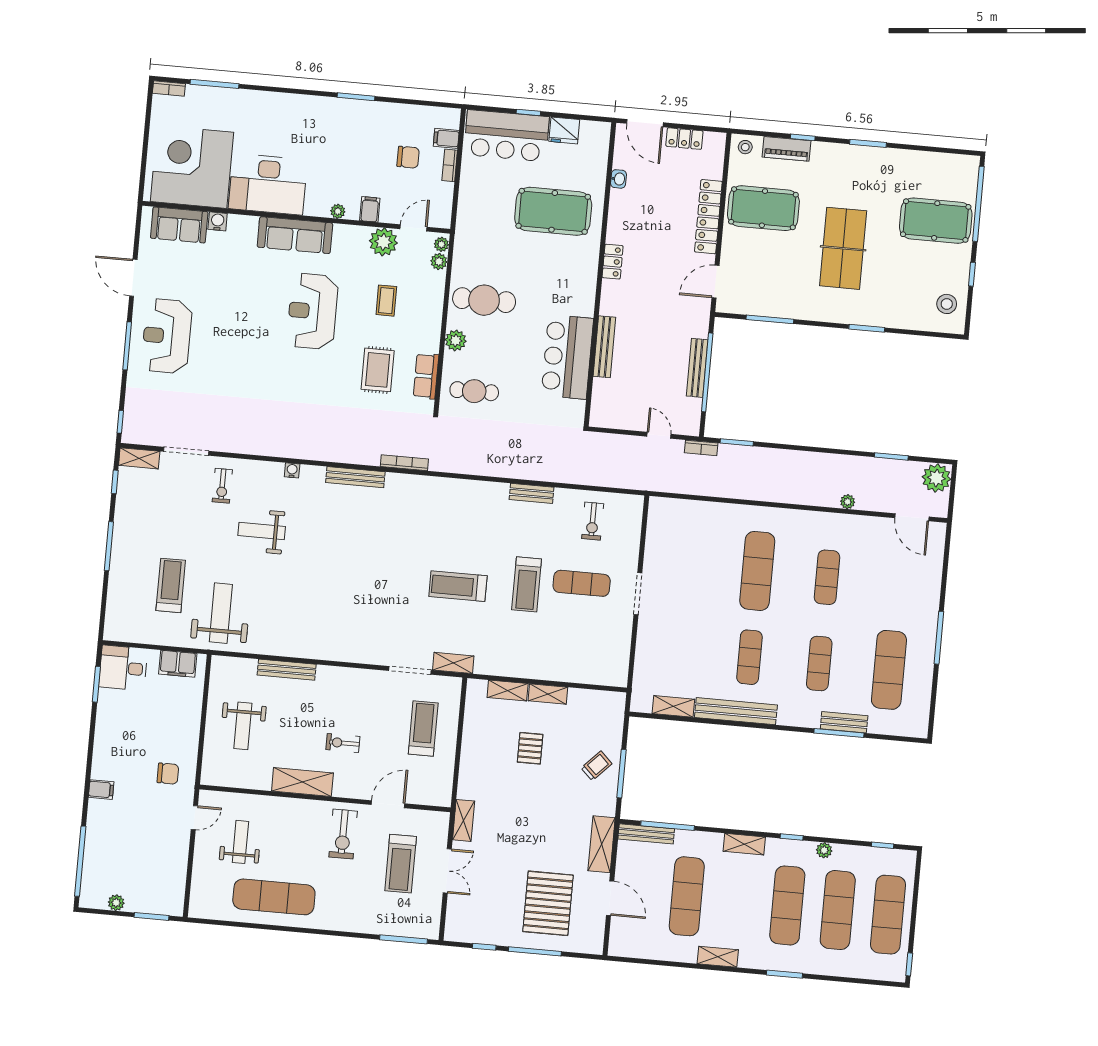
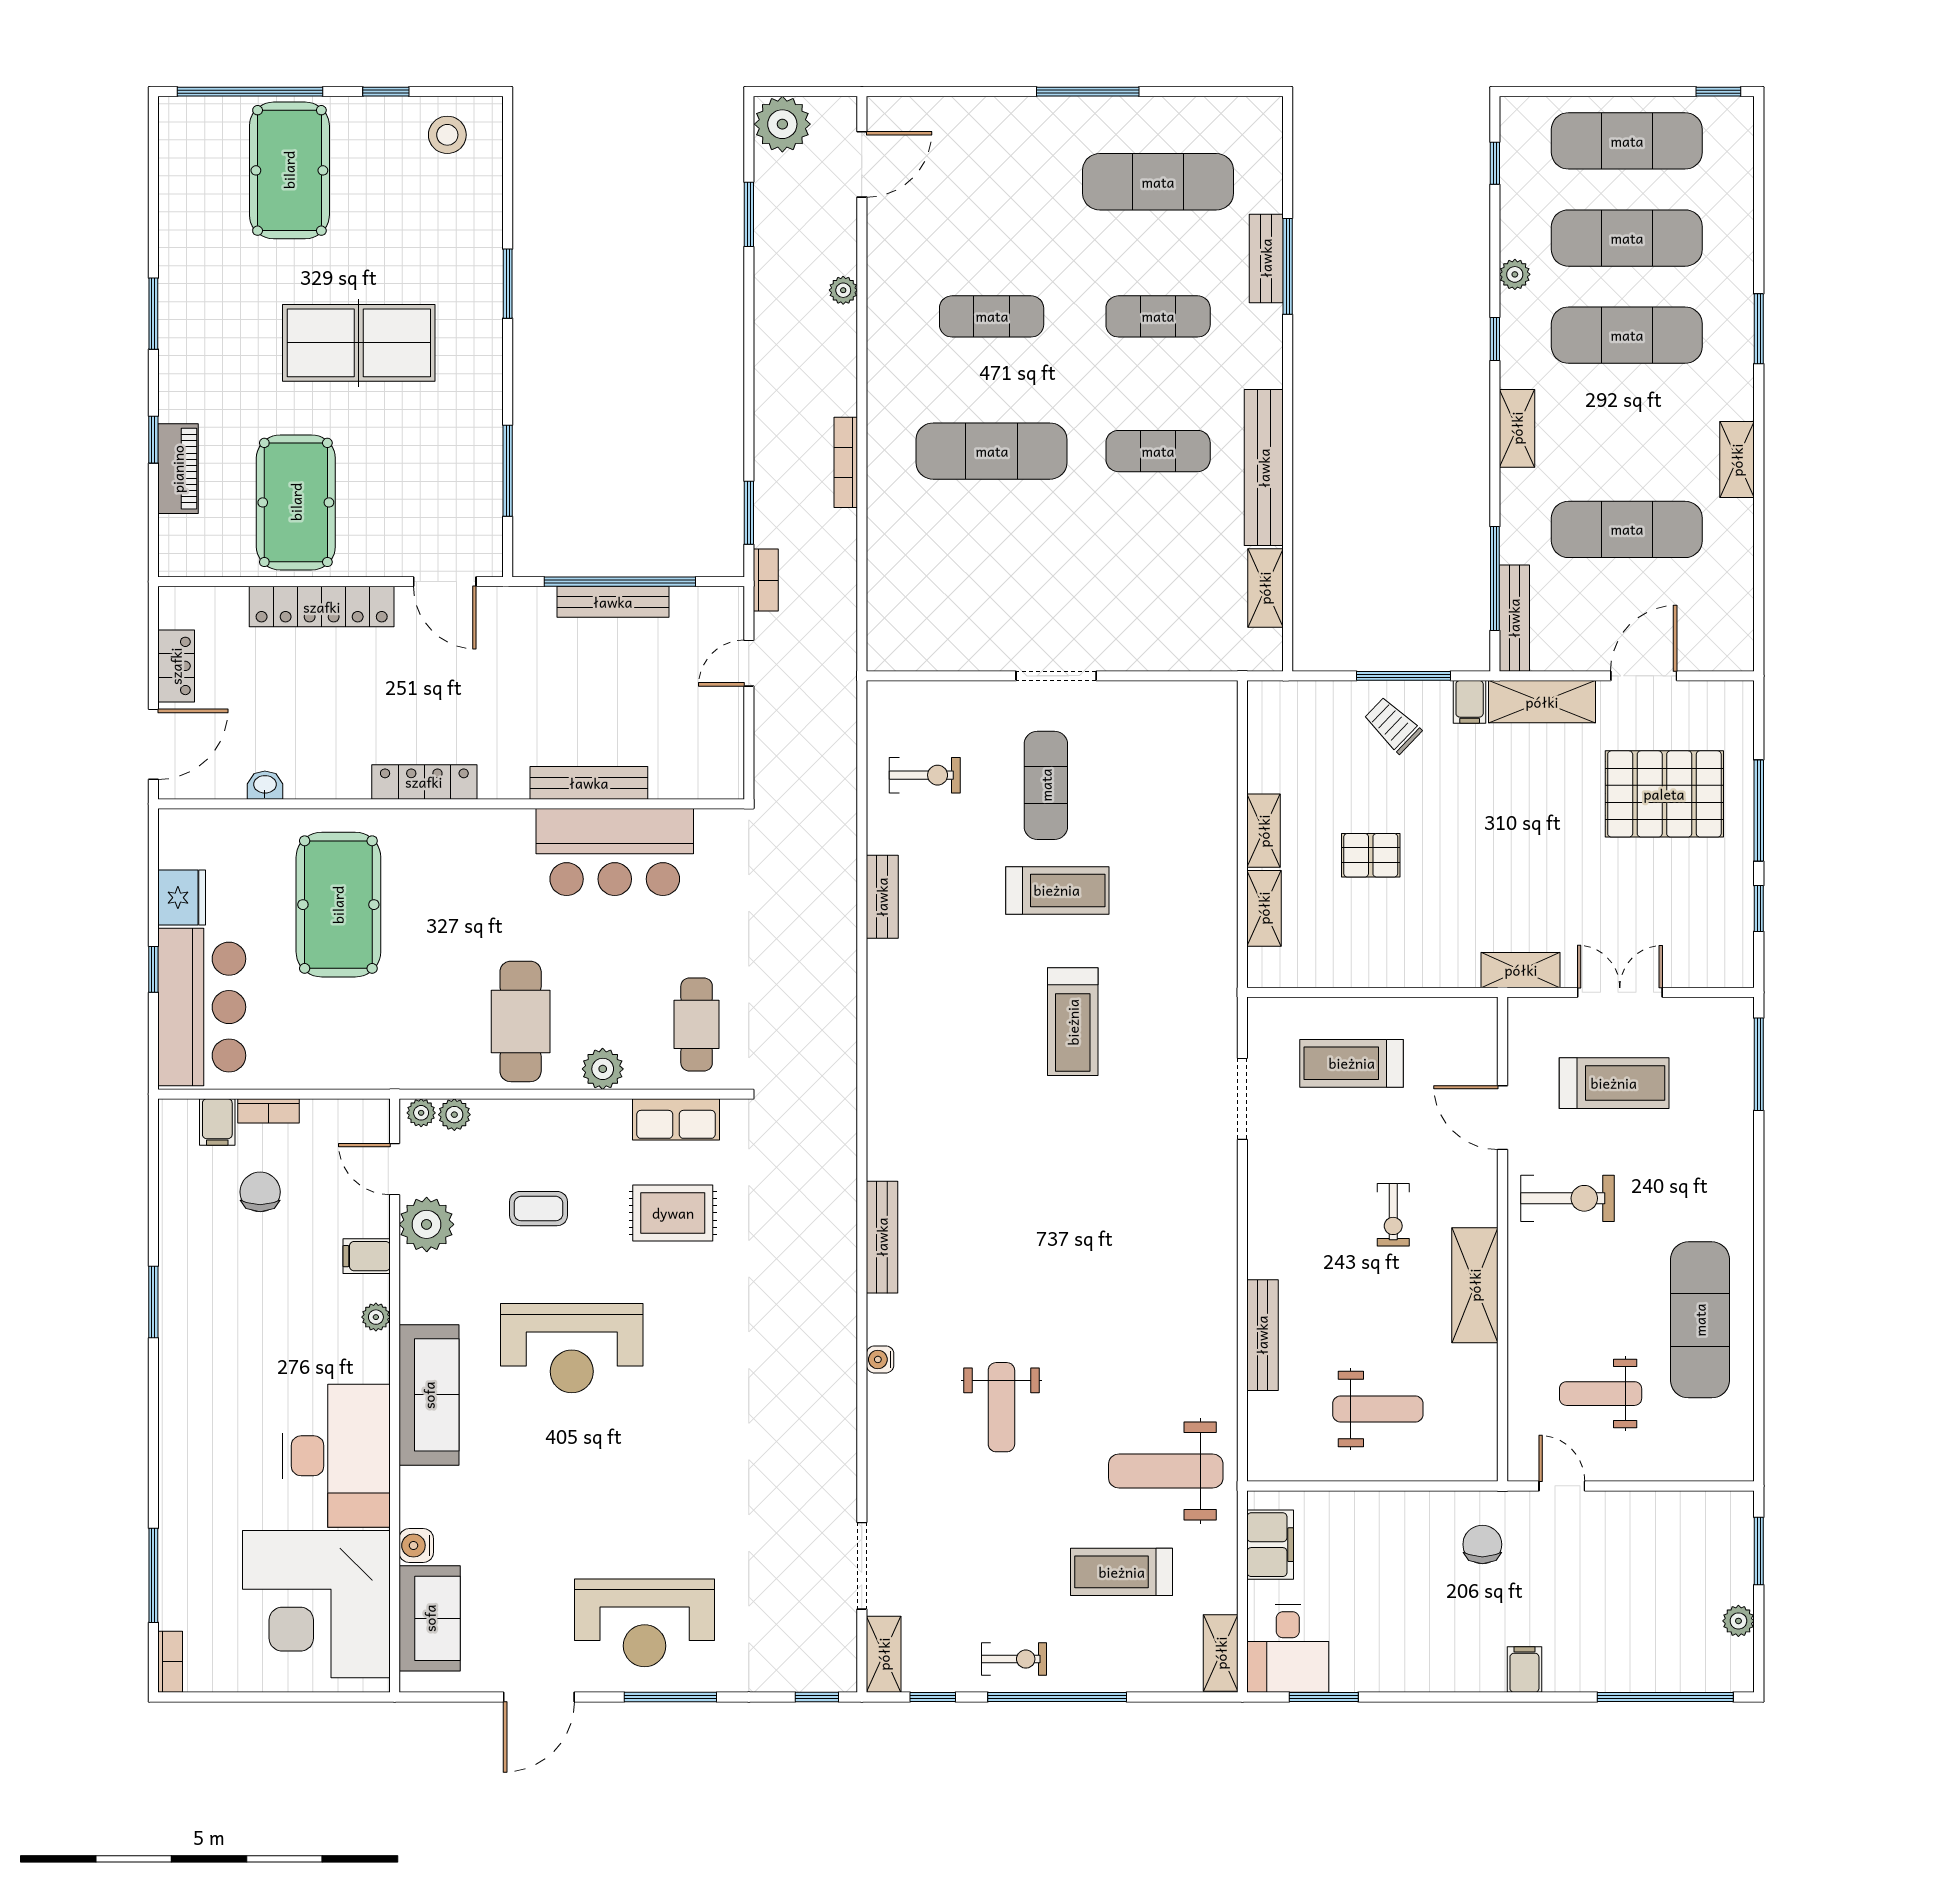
stool: (745, 147) -> (182, 548), removed
locker: (613, 262) -> (424, 782), width x1.53
bookcase: (404, 463) -> (846, 462), moved
exercise bike: (222, 486) -> (1014, 1659), moved
window: (109, 546) -> (1057, 1697), width x1.46
shelving: (453, 663) -> (1221, 1653), moved
filing cabinet: (605, 807) -> (1470, 702), added

